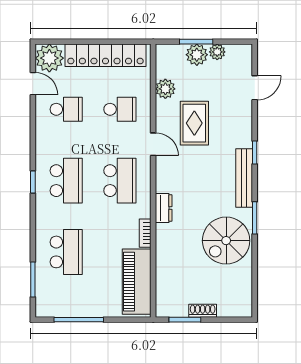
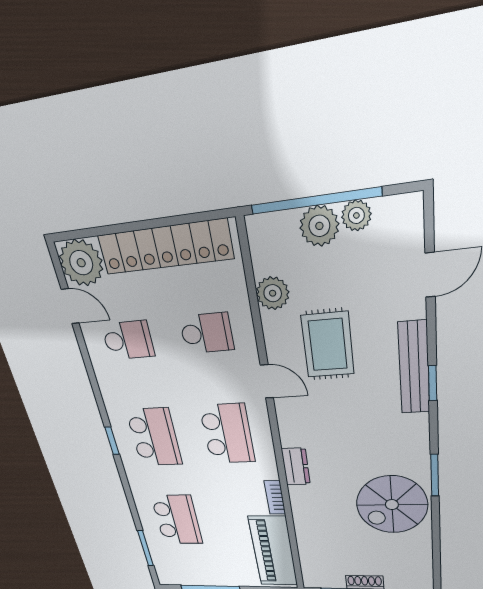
window: (196, 42) -> (315, 201), width x2.11
bench: (244, 178) -> (414, 368), moved

